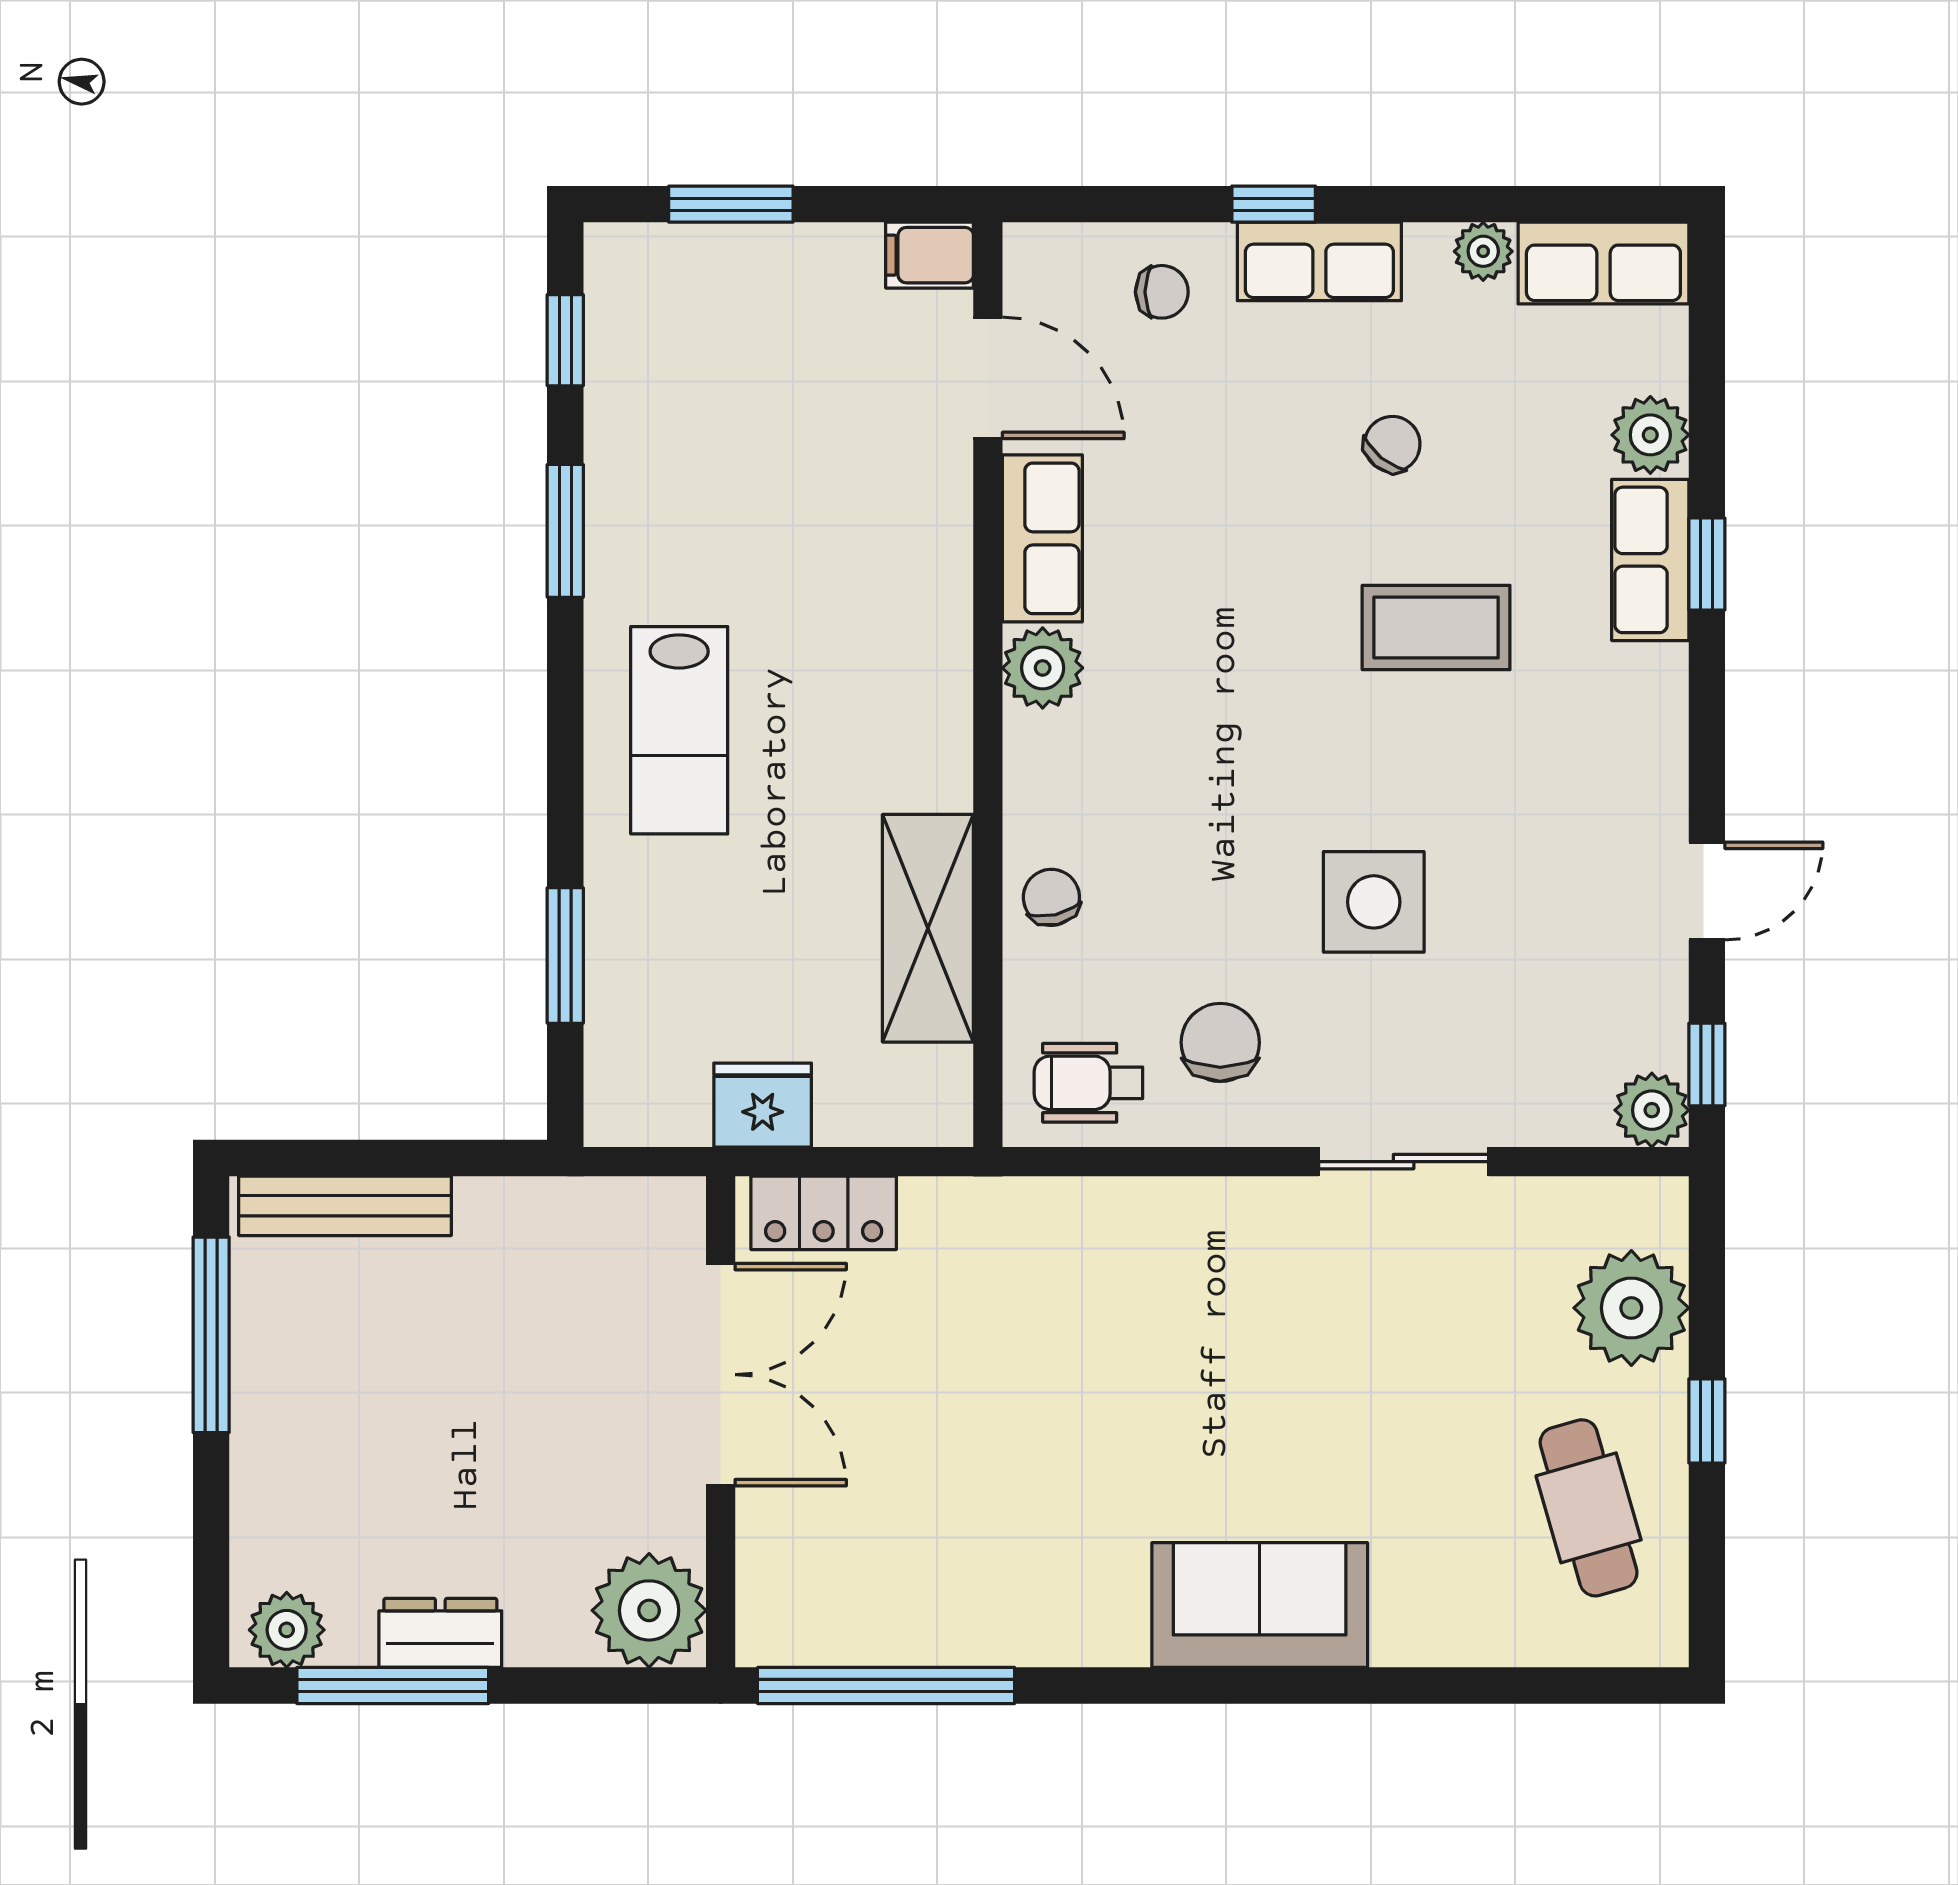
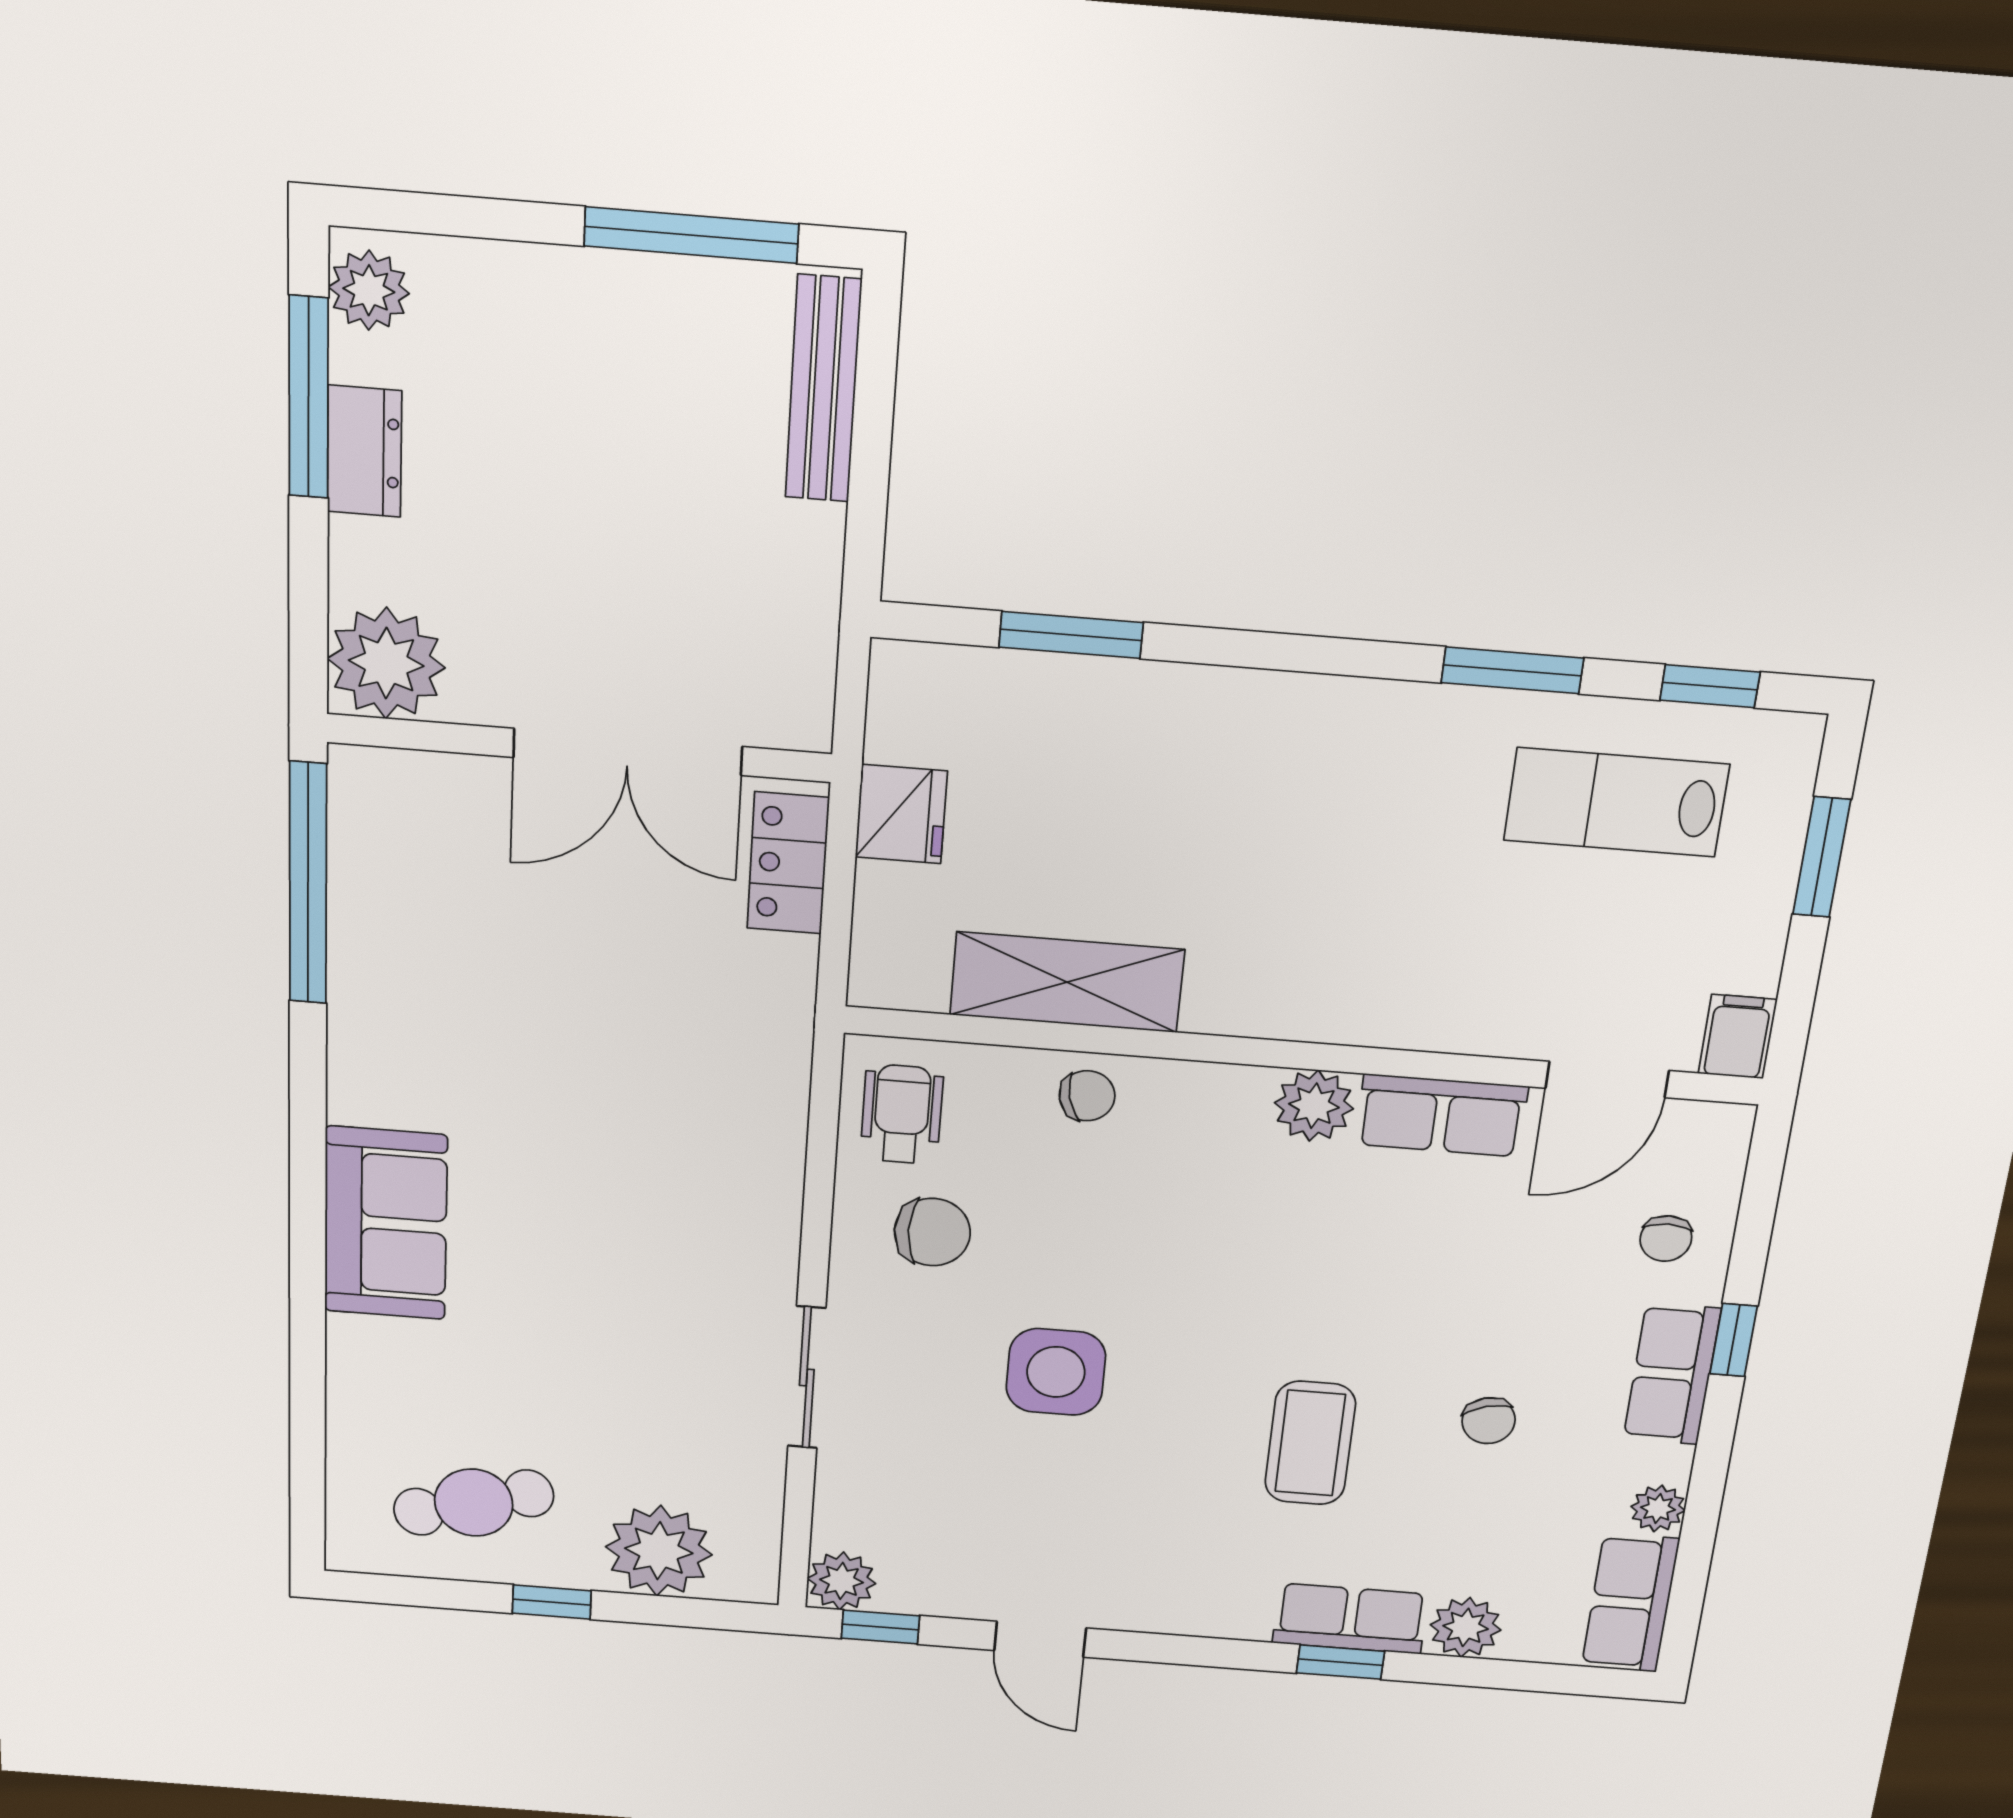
chair: (1392, 444) -> (1489, 1421), turned 35
lab bench: (679, 730) -> (1616, 802), moved

